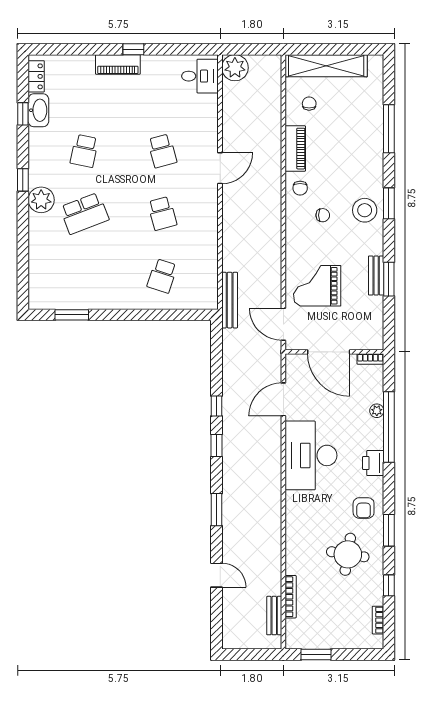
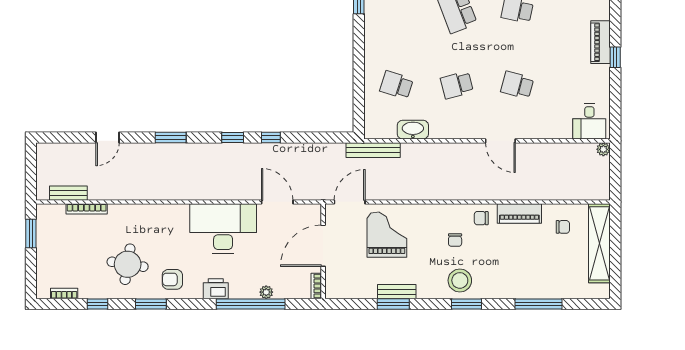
plant: (235, 68) -> (603, 149), width x0.53, depth x0.53
school desk: (162, 151) -> (517, 85), turned 30
washbasin: (208, 259) -> (413, 130), added

